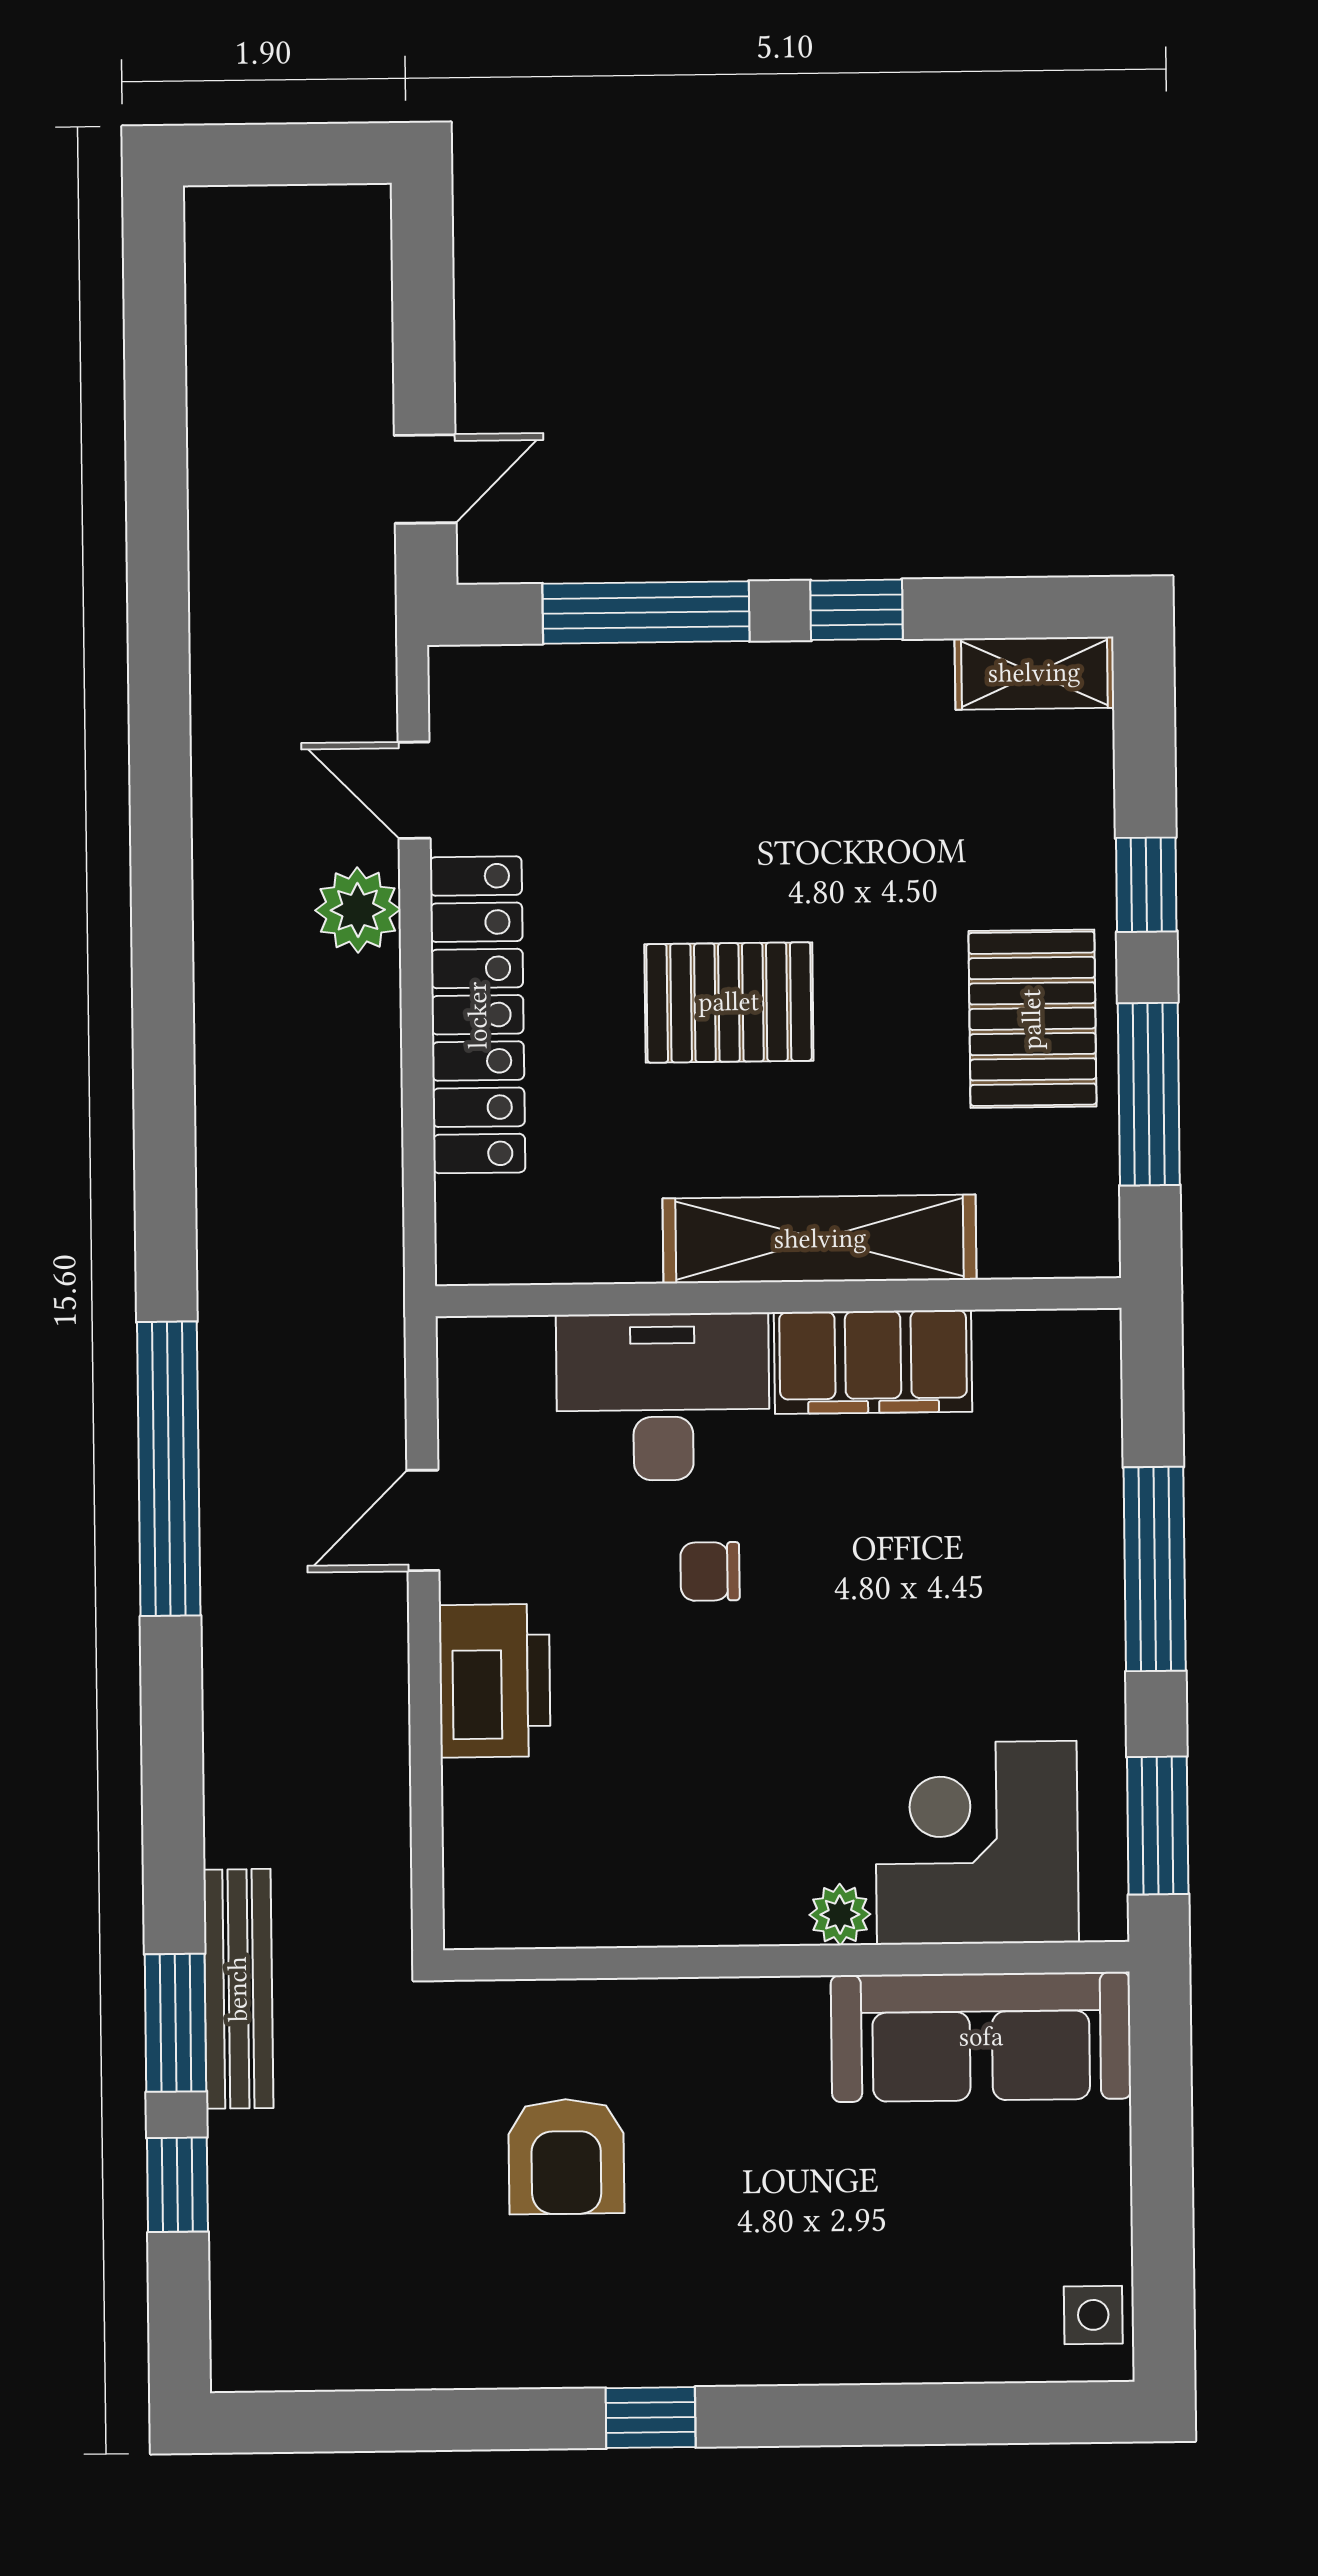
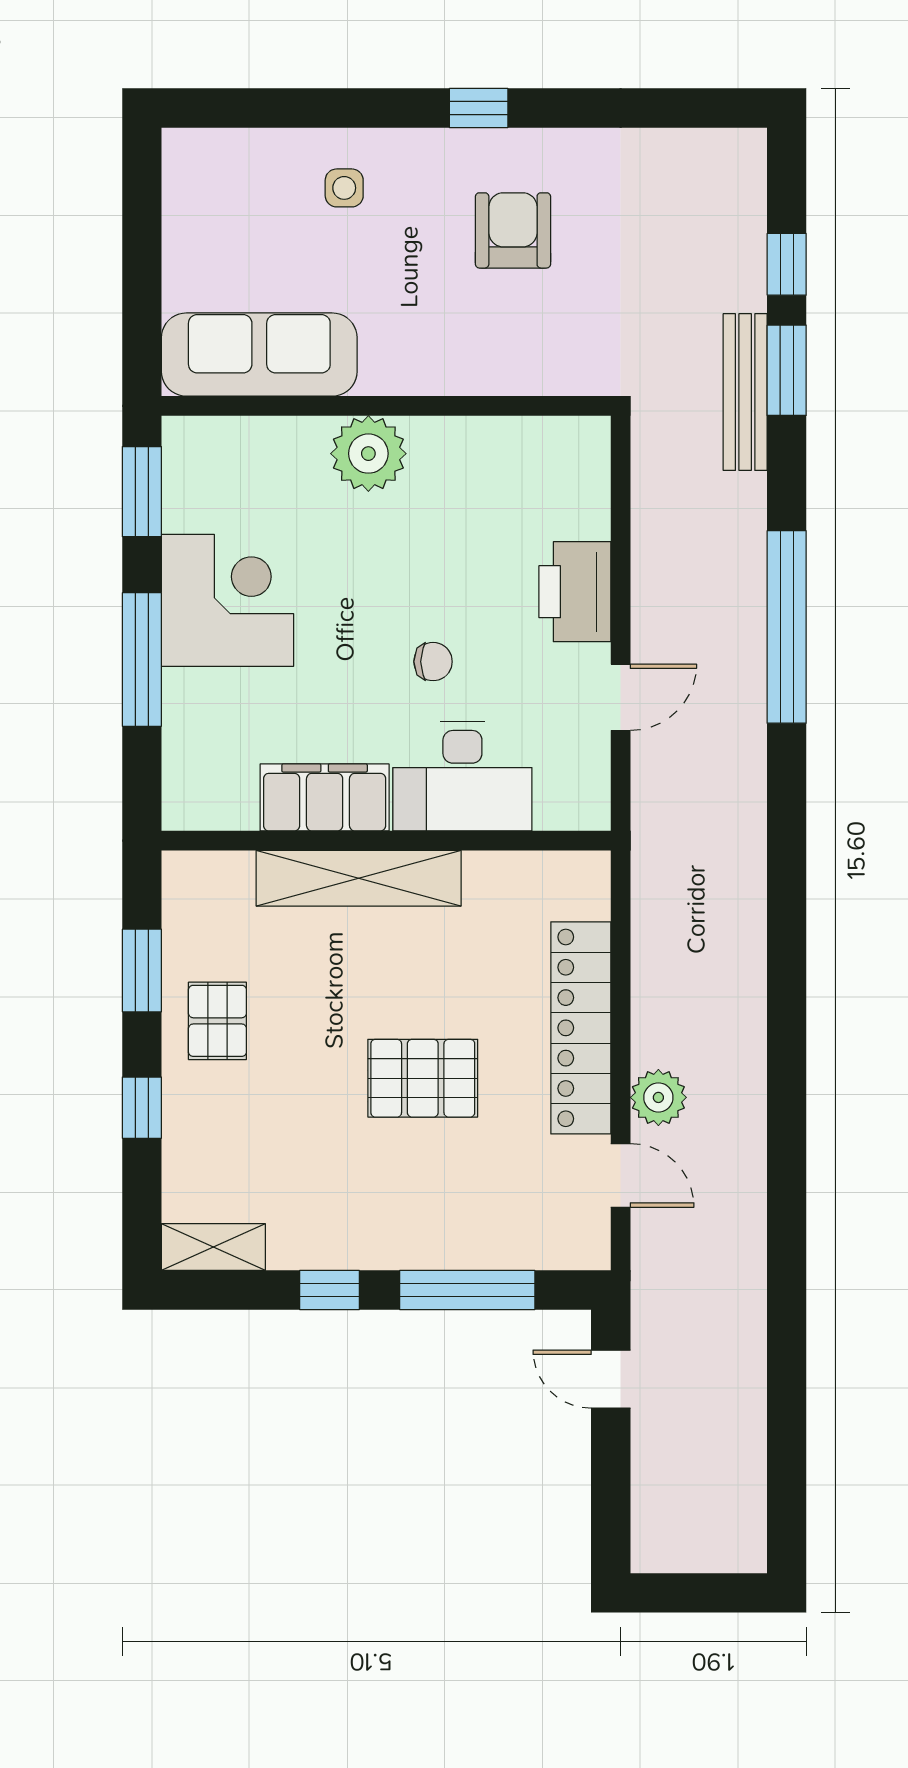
door: (425, 479) -> (611, 1379), hinge flipped
pallet: (729, 1002) -> (423, 1078), moved
pallet: (1032, 1019) -> (217, 1021), width x0.67, depth x0.71
window: (1149, 1094) -> (142, 971), width x0.69
window: (169, 1469) -> (787, 627), moved
corner desk: (977, 1843) -> (228, 600), moved, turned -90
plant: (840, 1915) -> (368, 454), width x1.88, depth x1.88
armchair: (566, 2156) -> (513, 230), moved
side table: (1093, 2315) -> (344, 188), moved

